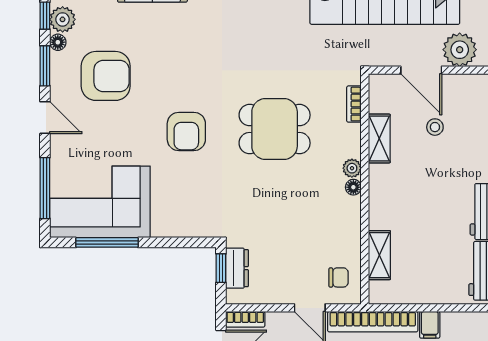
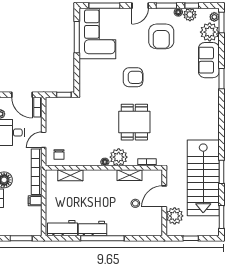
armchair: (186, 131) -> (133, 77), turned 180
plant: (352, 168) -> (119, 157), width x1.88, depth x1.88
dresser: (237, 268) -> (64, 103), removed

